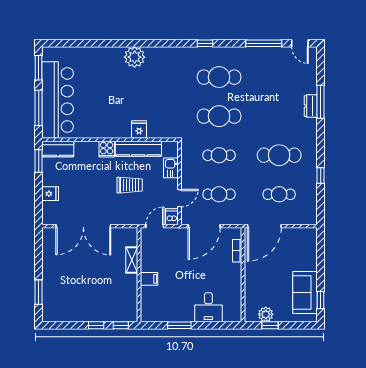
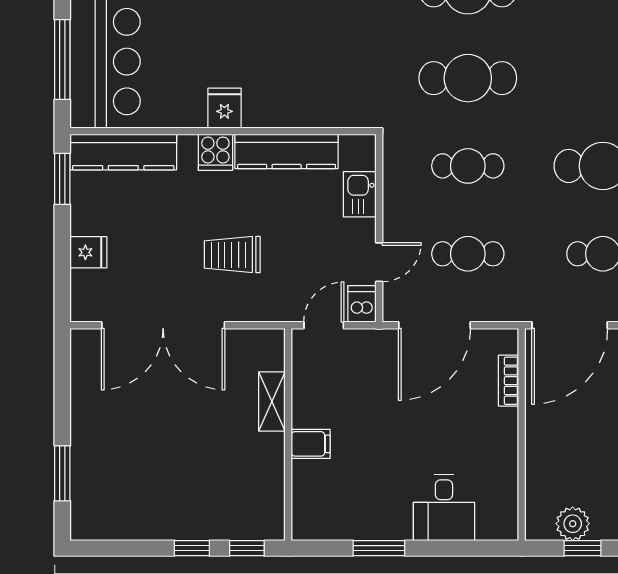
fridge: (139, 130) -> (224, 108), moved
kitchen counter: (58, 149) -> (123, 152), width x1.50
trolley: (130, 185) -> (232, 255), moved, turned 180

